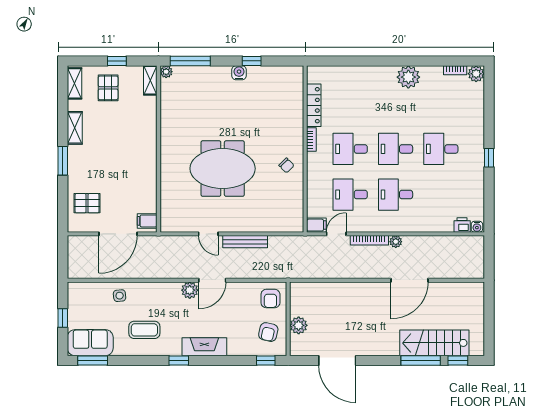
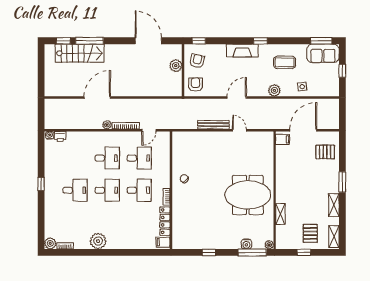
water cooler: (239, 73) -> (246, 244), moved
shelving: (150, 80) -> (280, 214), moved
meeting table: (223, 169) -> (248, 195), moved
filing cabinet: (316, 225) -> (163, 242), moved
plant: (190, 290) -> (274, 90), moved

